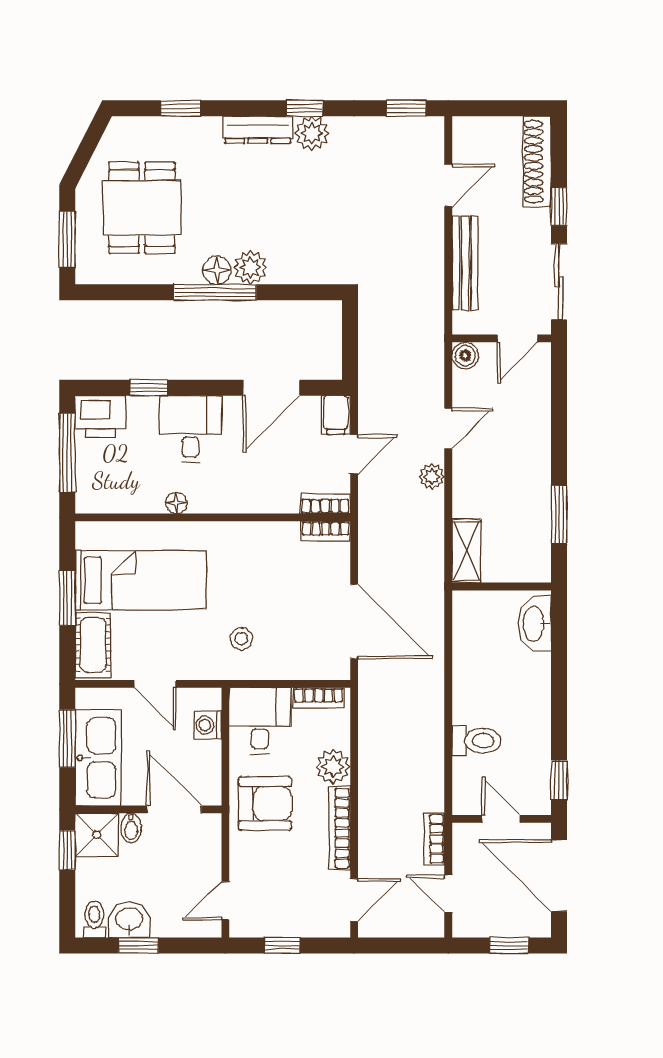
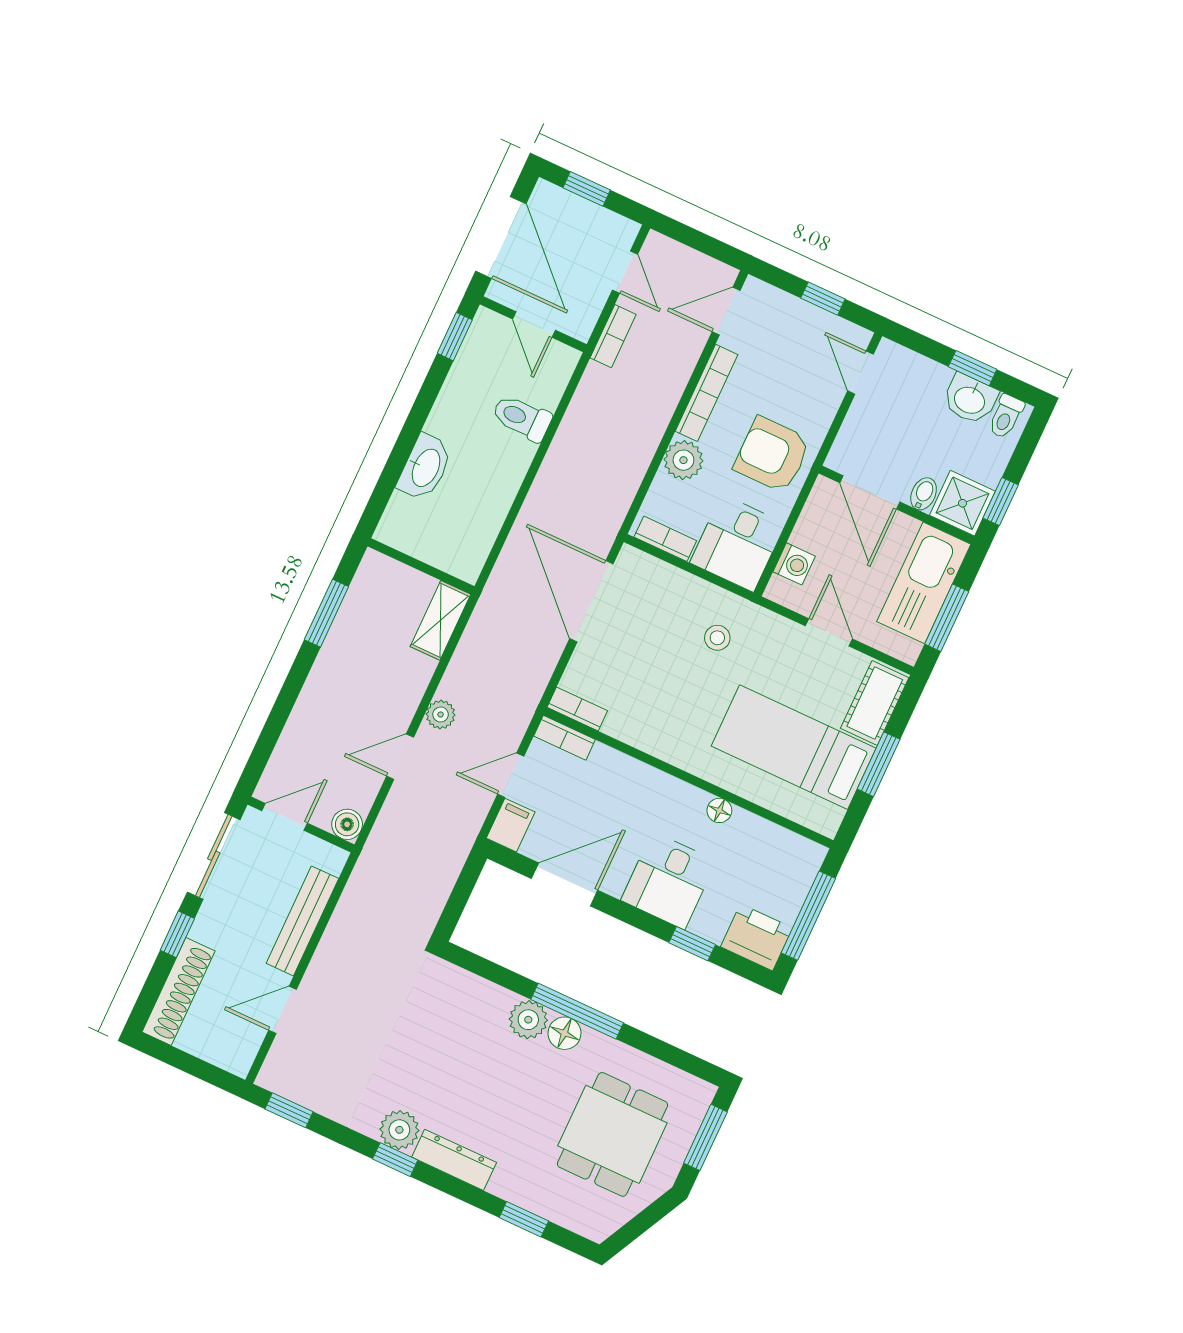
washbasin: (535, 624) -> (425, 467), moved
door: (225, 901) -> (861, 373), swing flipped

